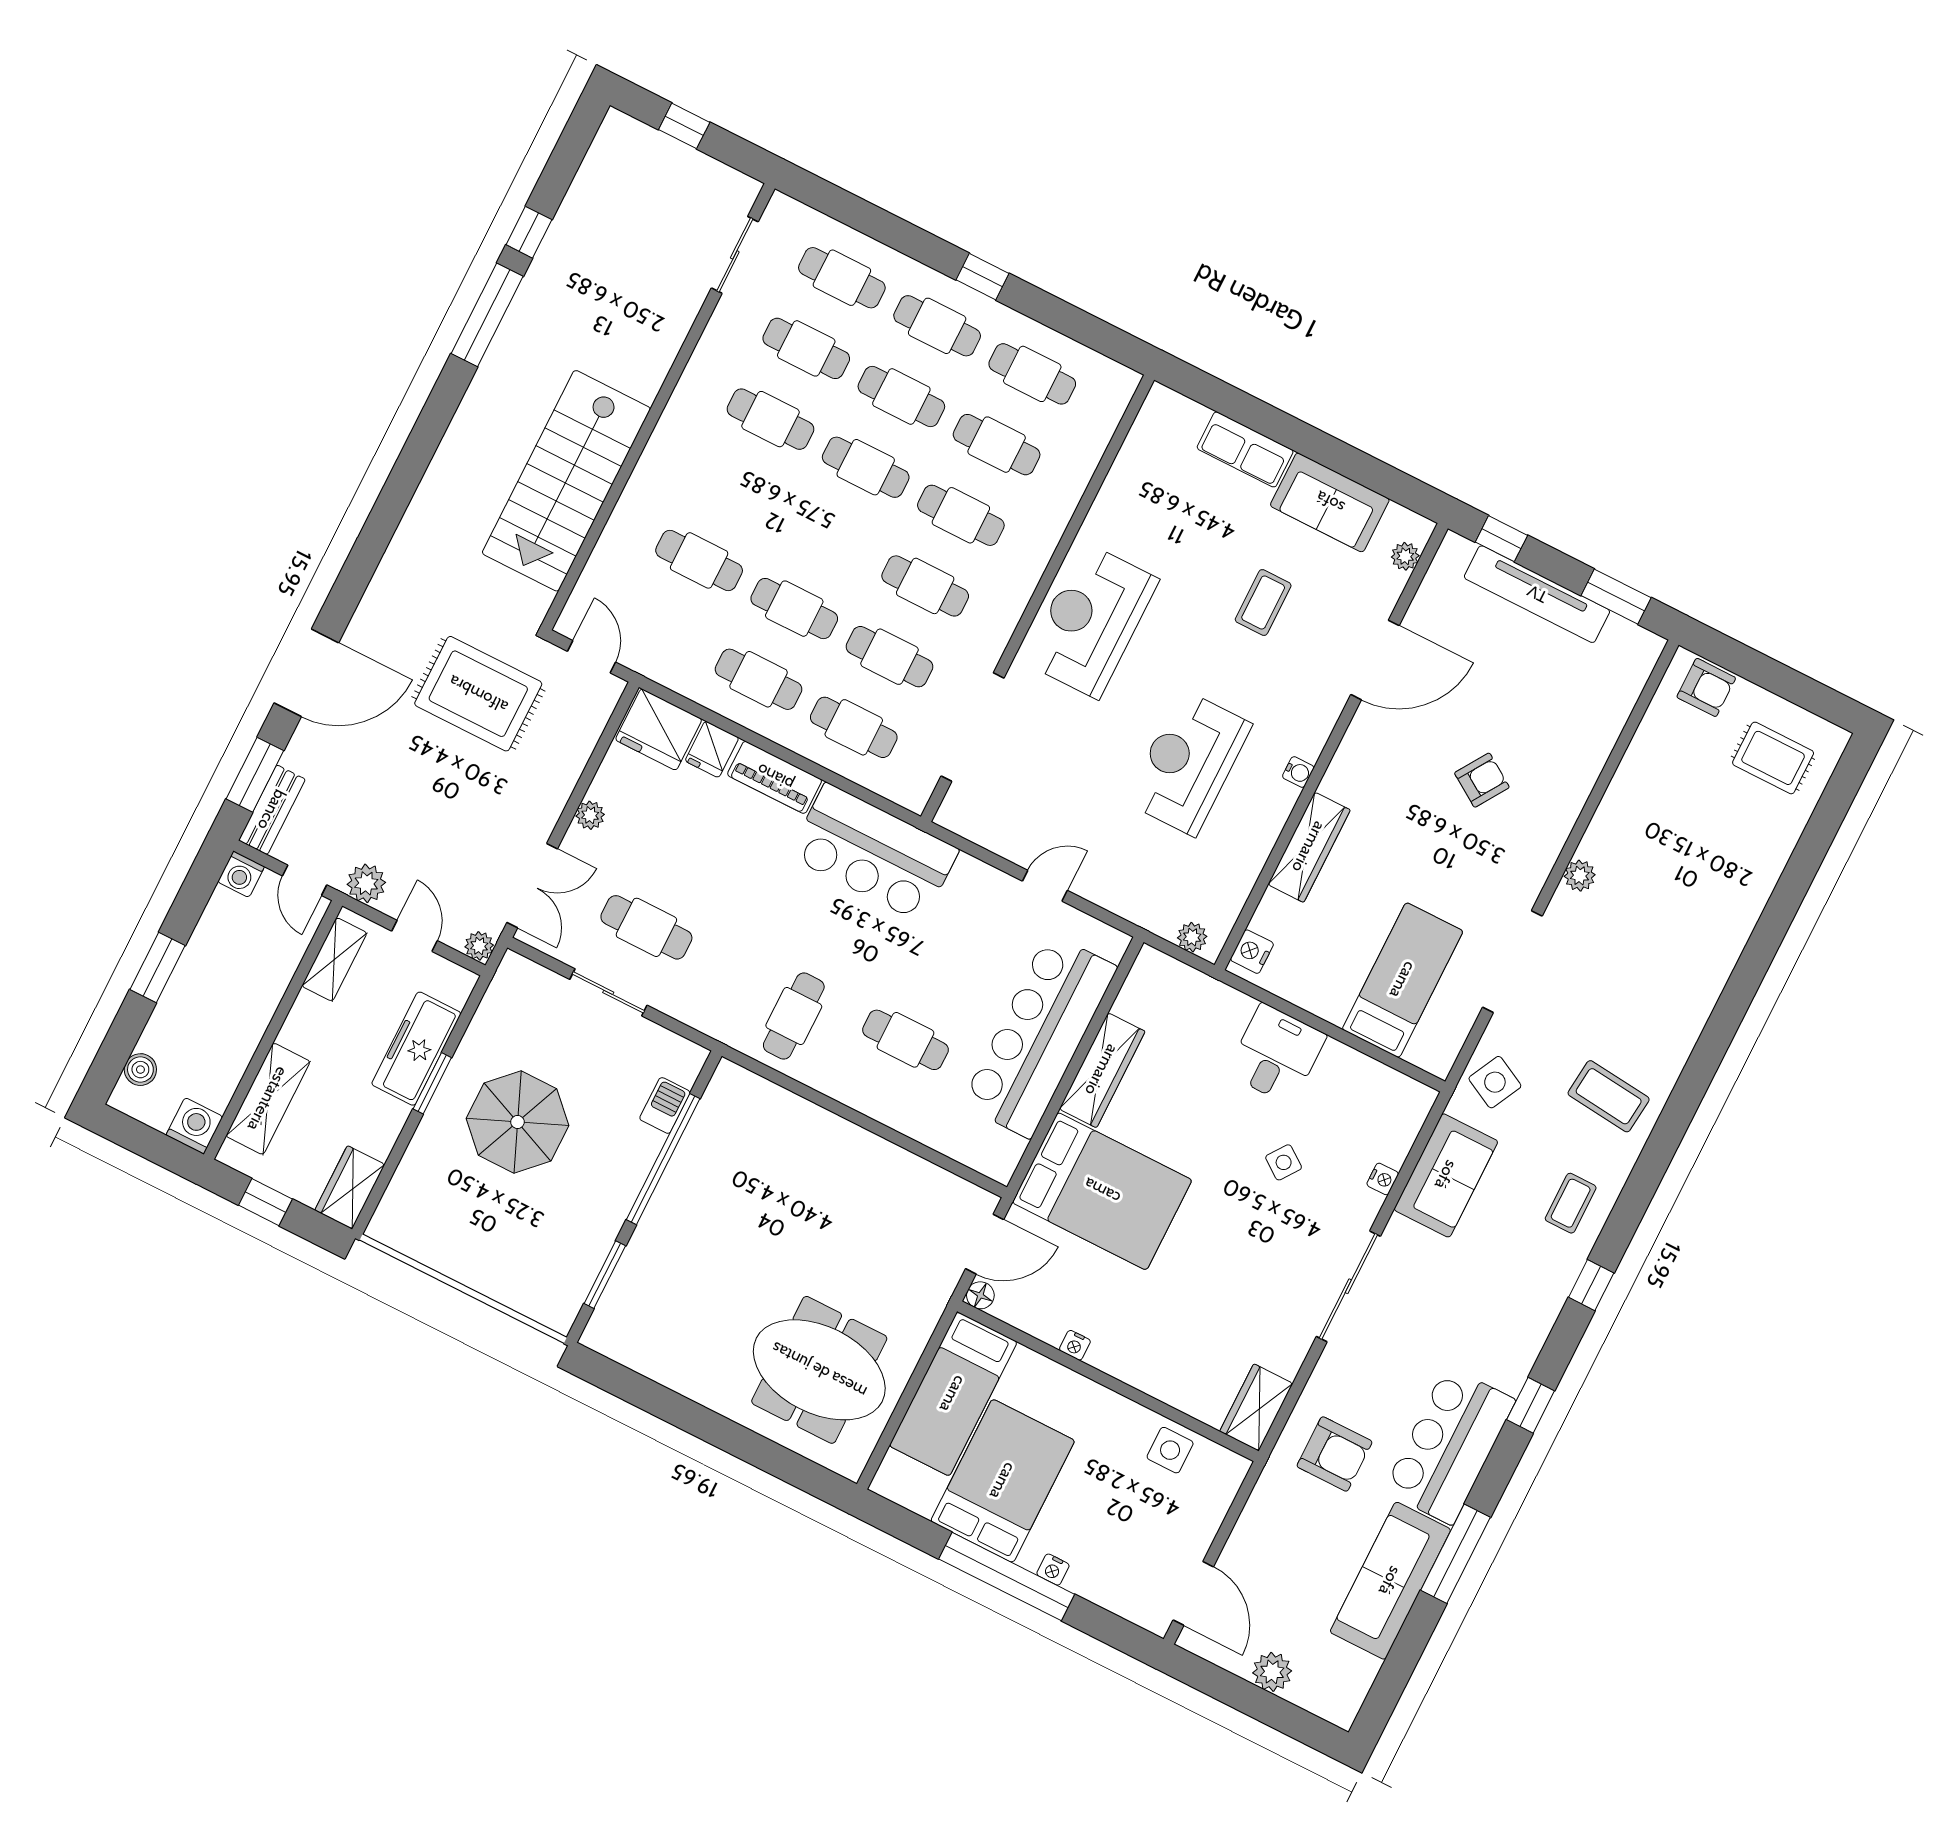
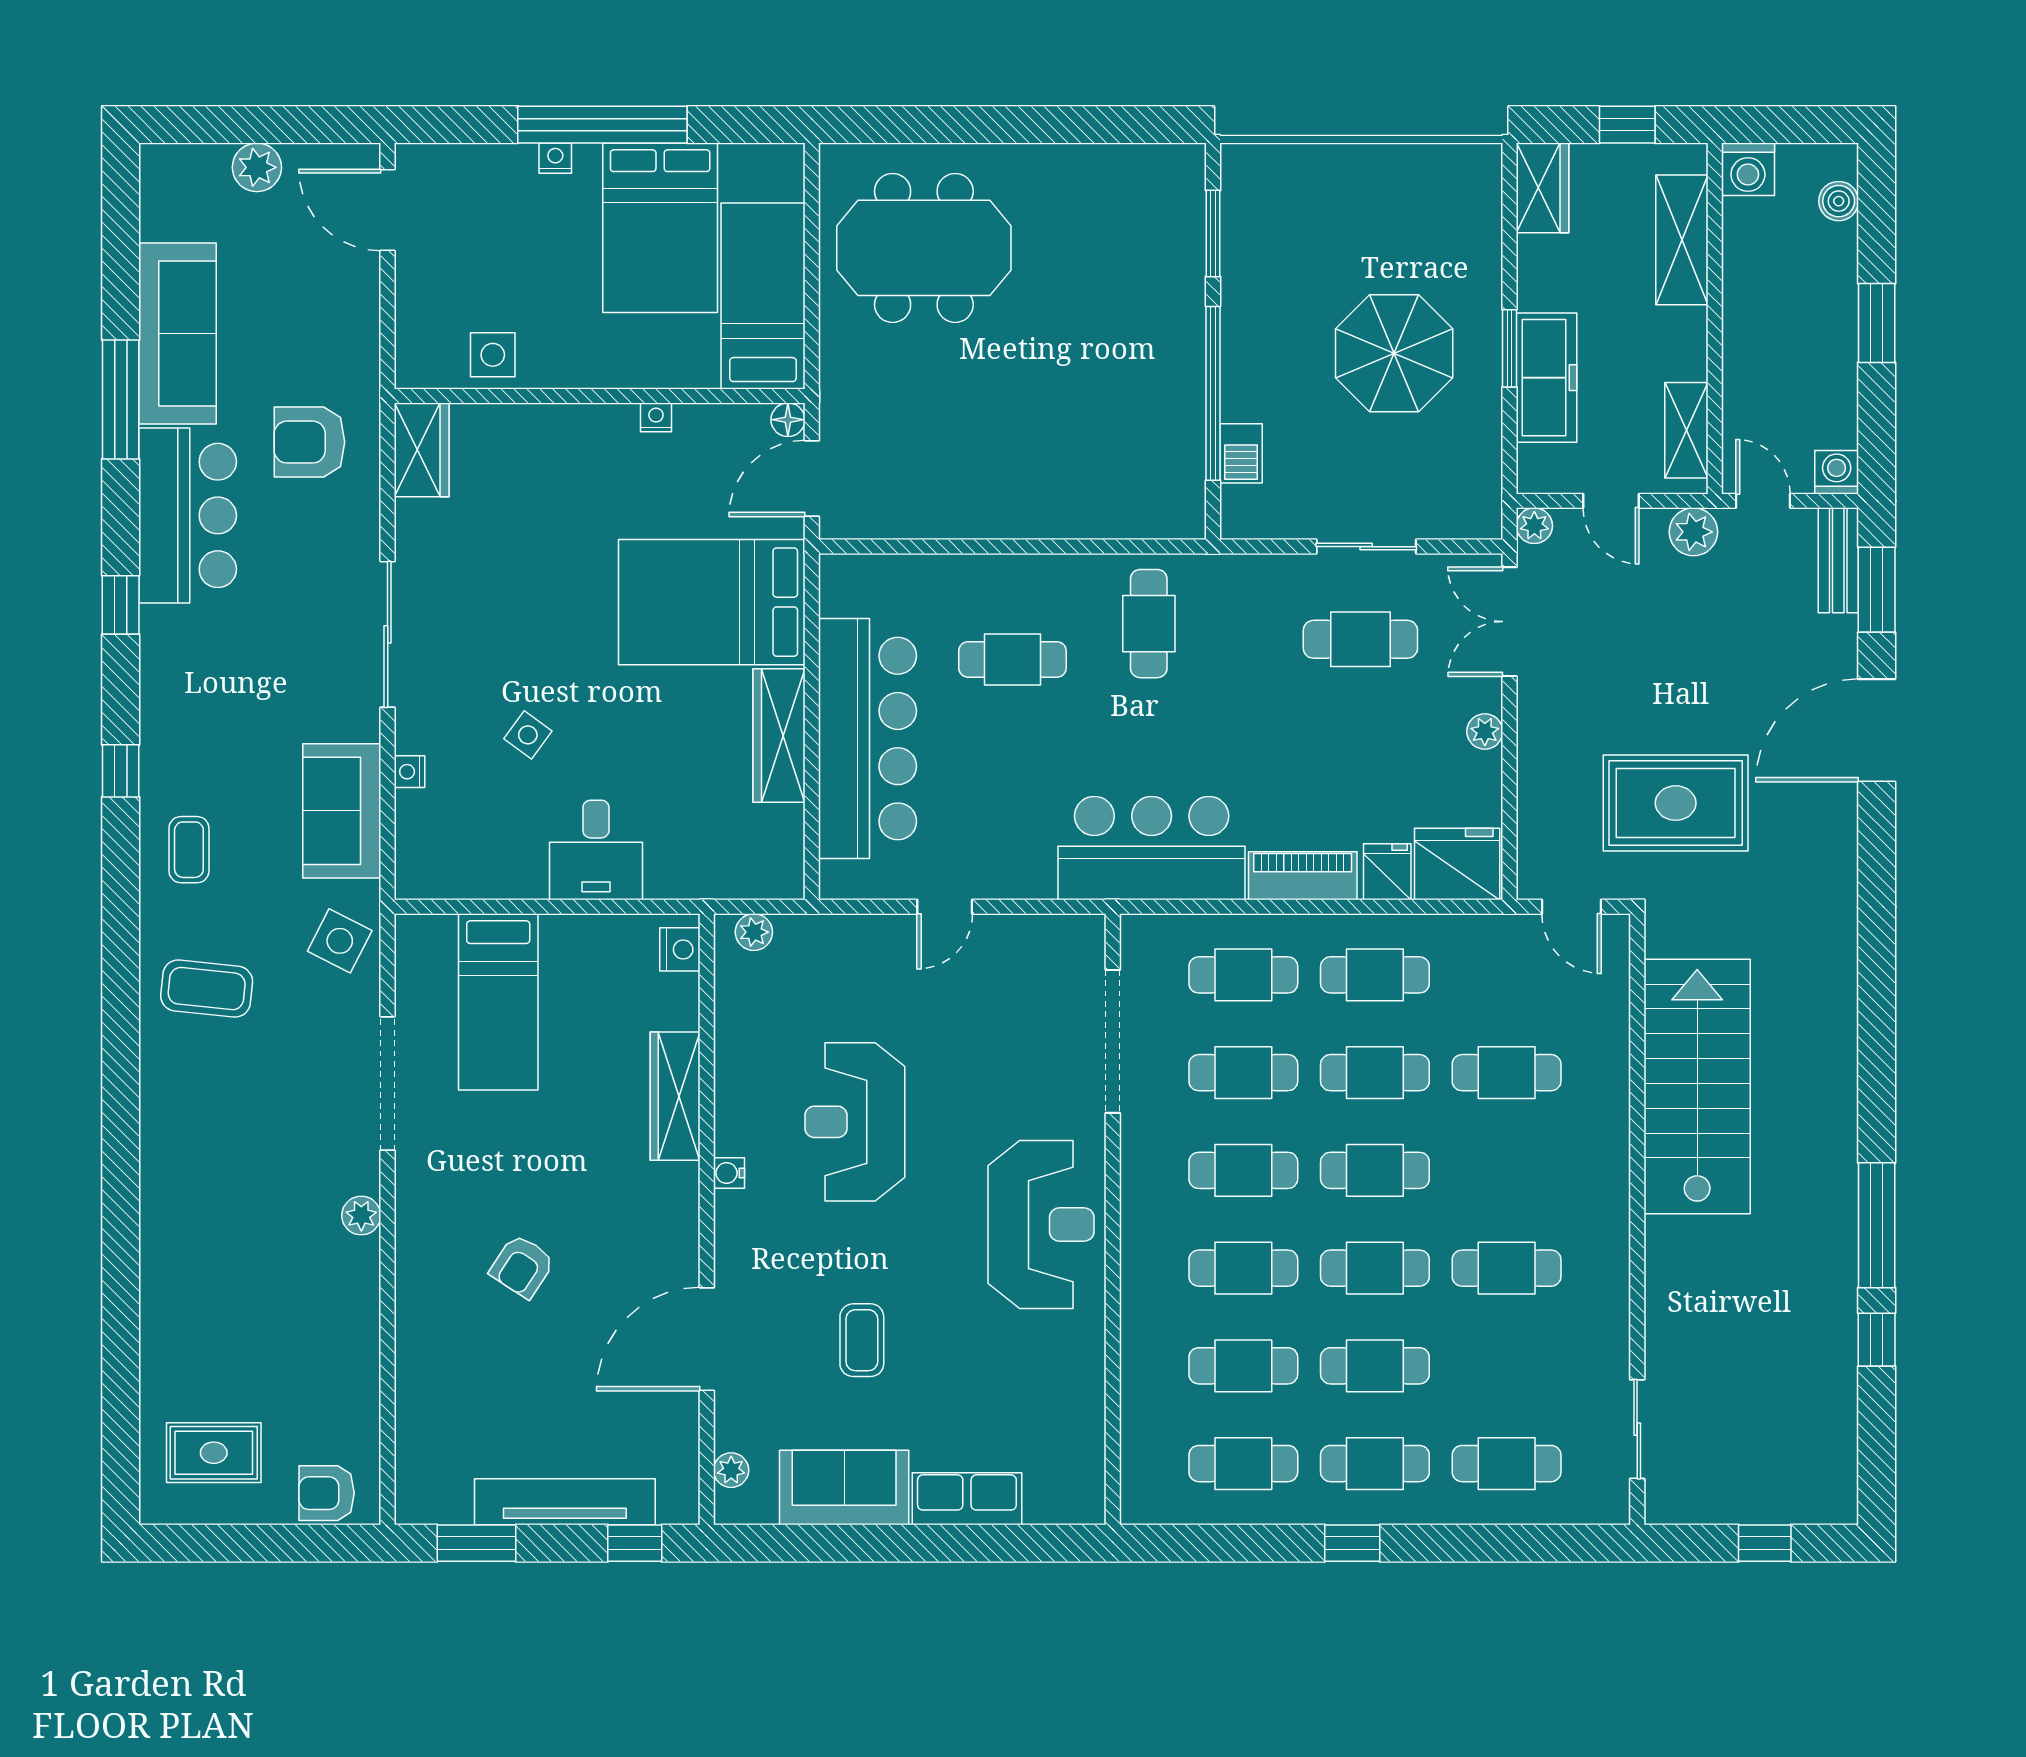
cafe table: (806, 348) -> (1375, 1170), moved
reception desk: (1188, 763) -> (855, 1122), turned 180

